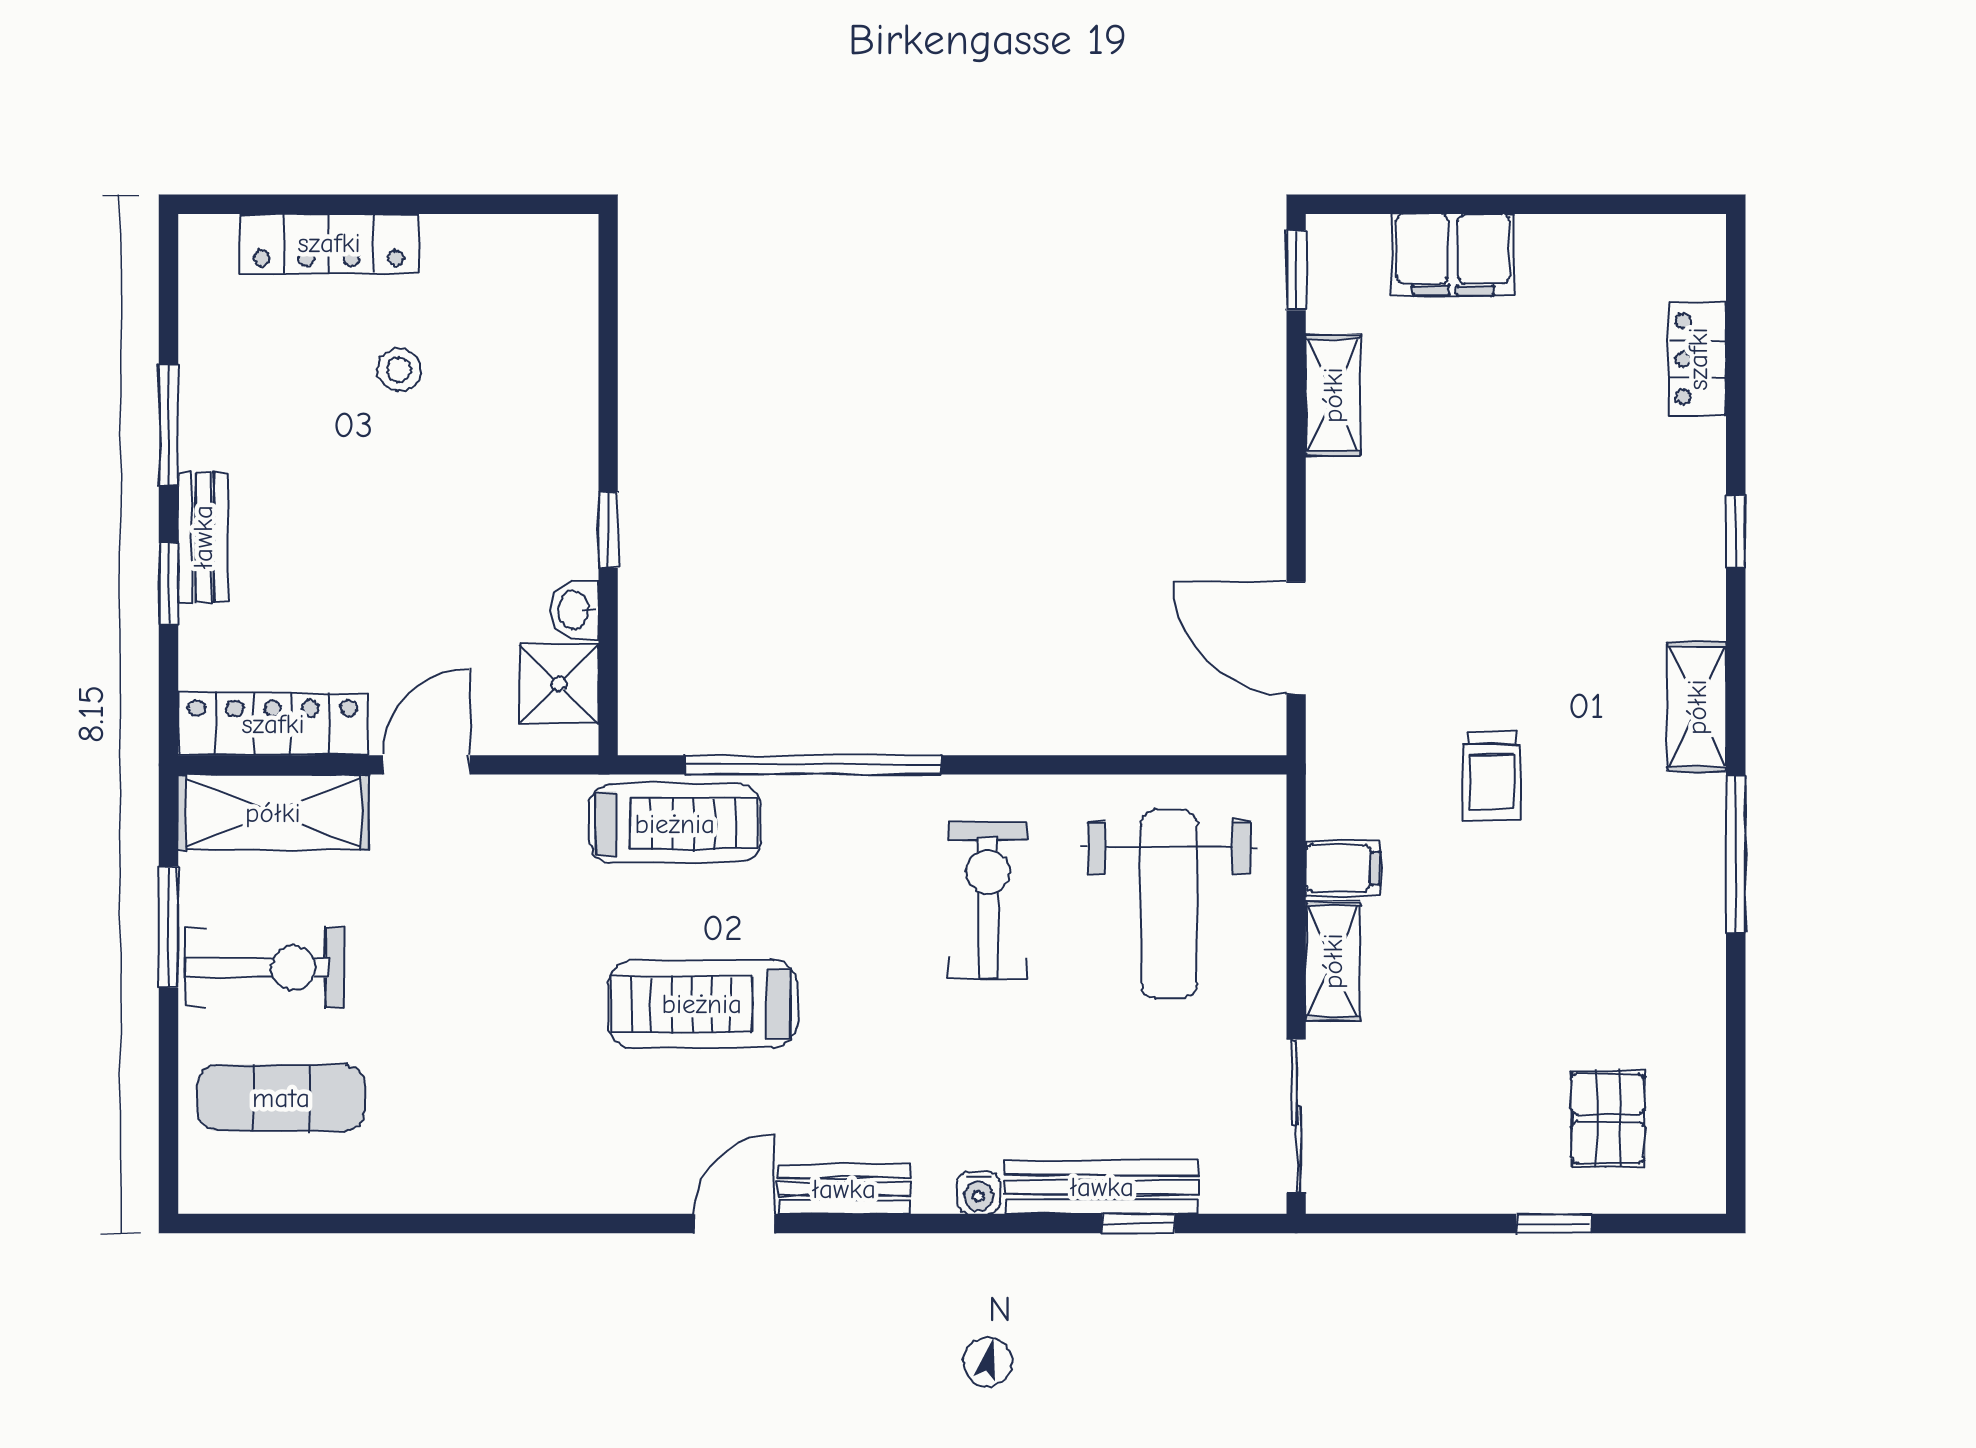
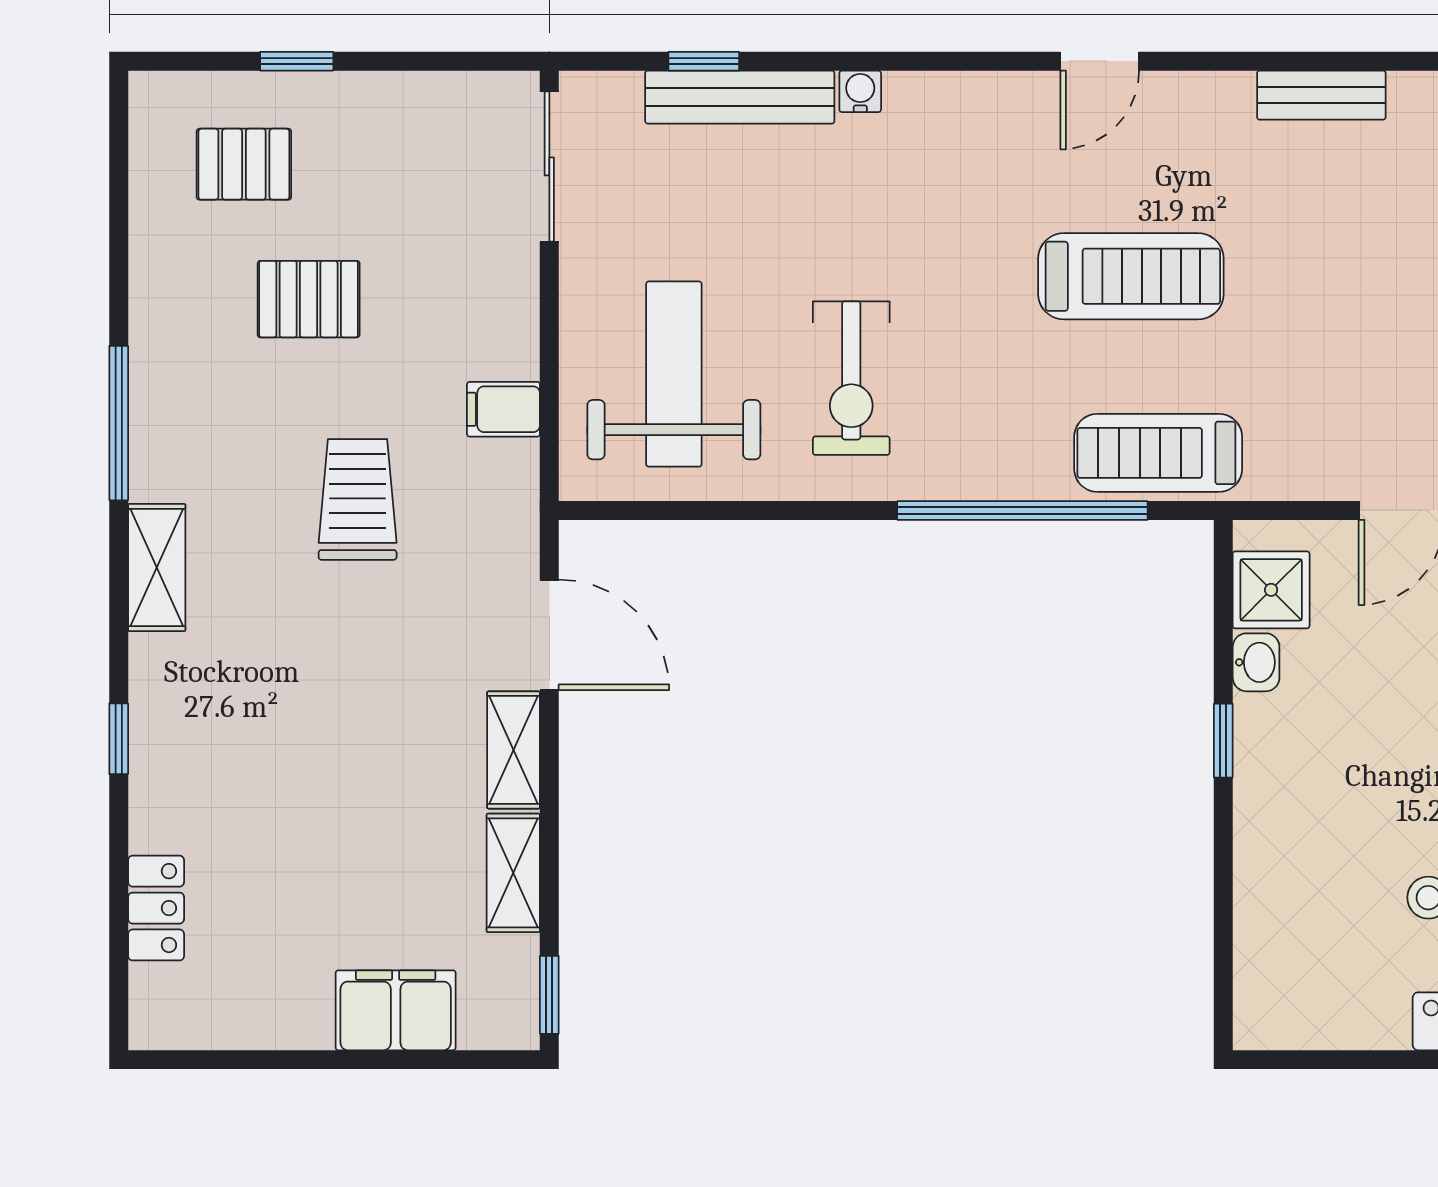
trolley: (1492, 776) -> (358, 499), width x1.36, depth x1.39
shelving: (1333, 961) -> (514, 750), moved
pallet: (1542, 981) -> (309, 299), added
pallet: (1608, 1118) -> (244, 164), turned 90
bench: (844, 1189) -> (1321, 95), moved

